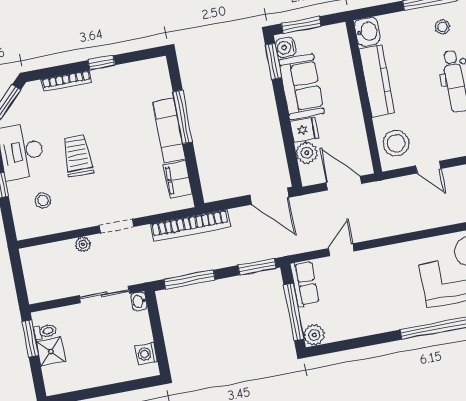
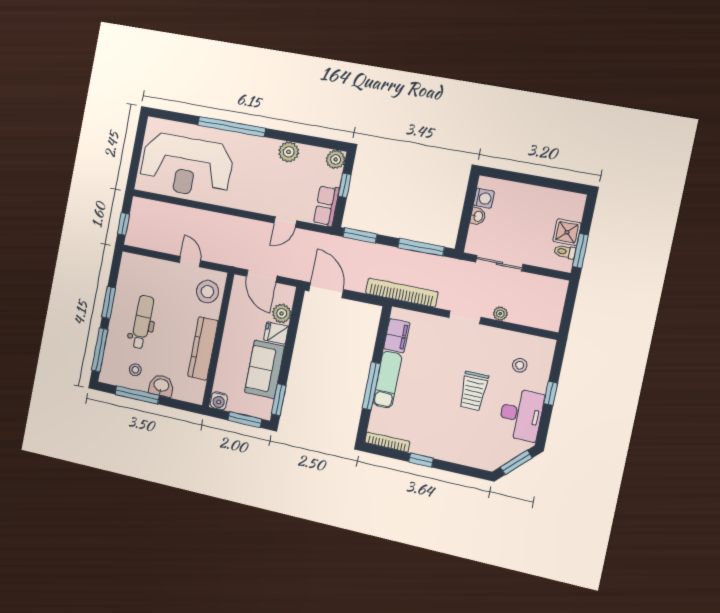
washbasin: (367, 32) -> (161, 386), moved, turned 90
water cooler: (286, 47) -> (219, 401), moved, turned 90
bookcase: (66, 81) -> (387, 442), moved
washbasin: (139, 301) -> (478, 216), moved
window: (294, 312) -> (345, 185), width x0.46
plant: (367, 324) -> (289, 152), added

